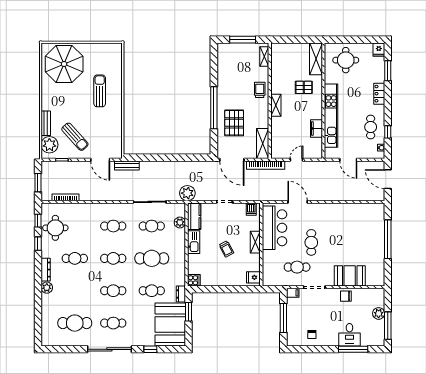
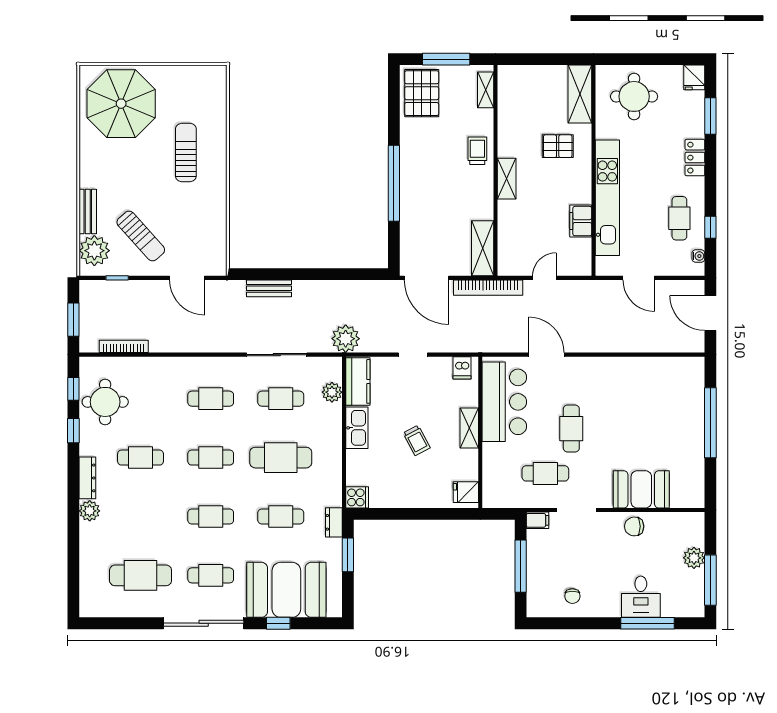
pallet: (234, 123) -> (422, 93), moved
bench: (127, 165) -> (269, 288), moved
booth: (170, 325) -> (286, 590), moved, turned 90

